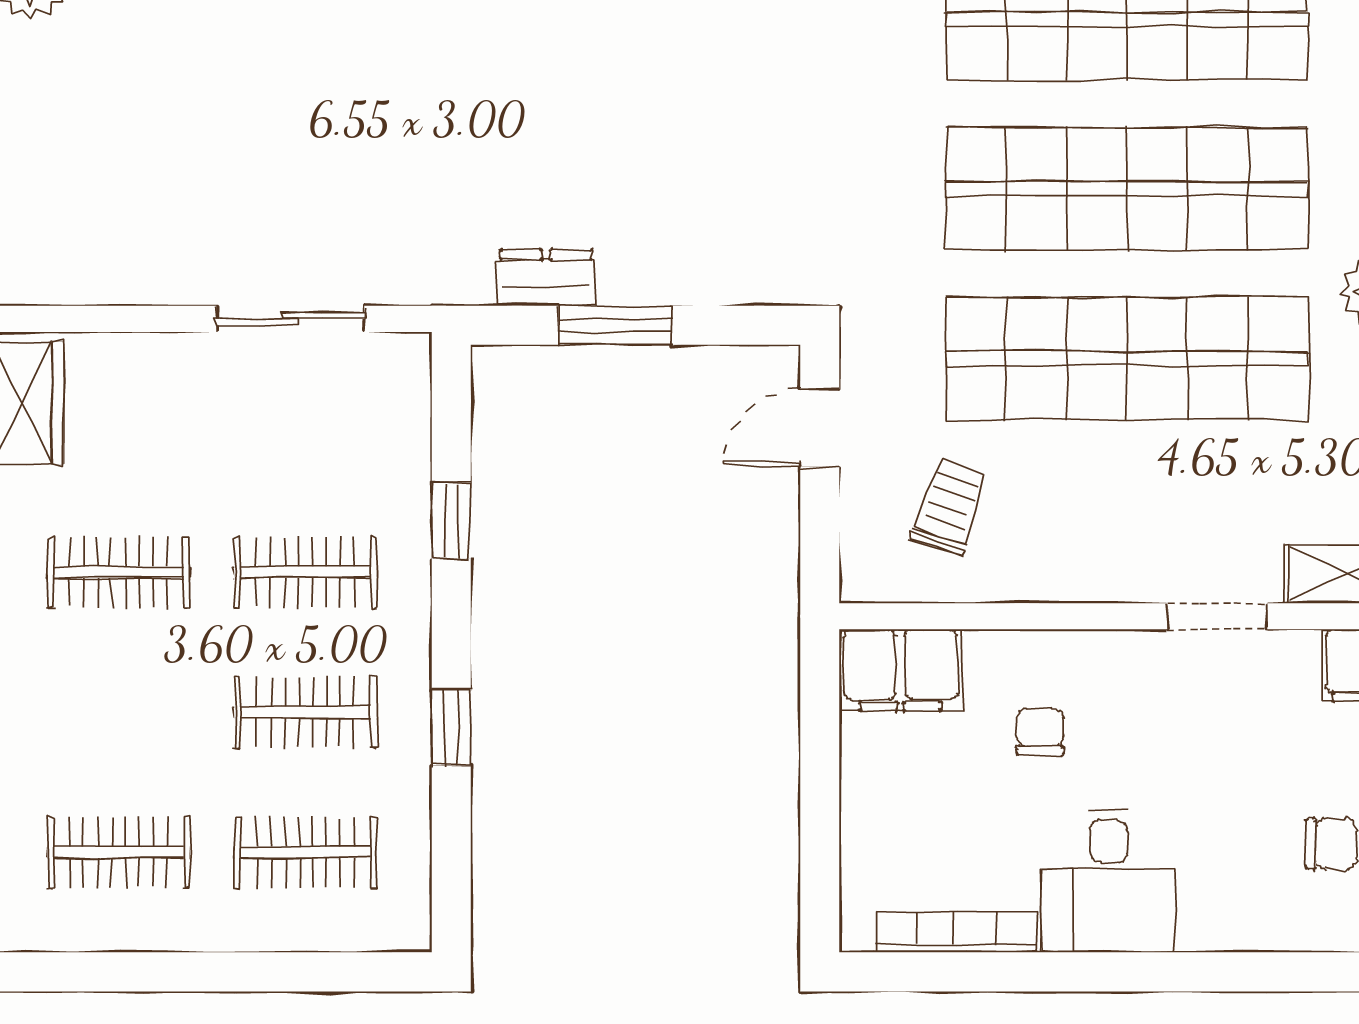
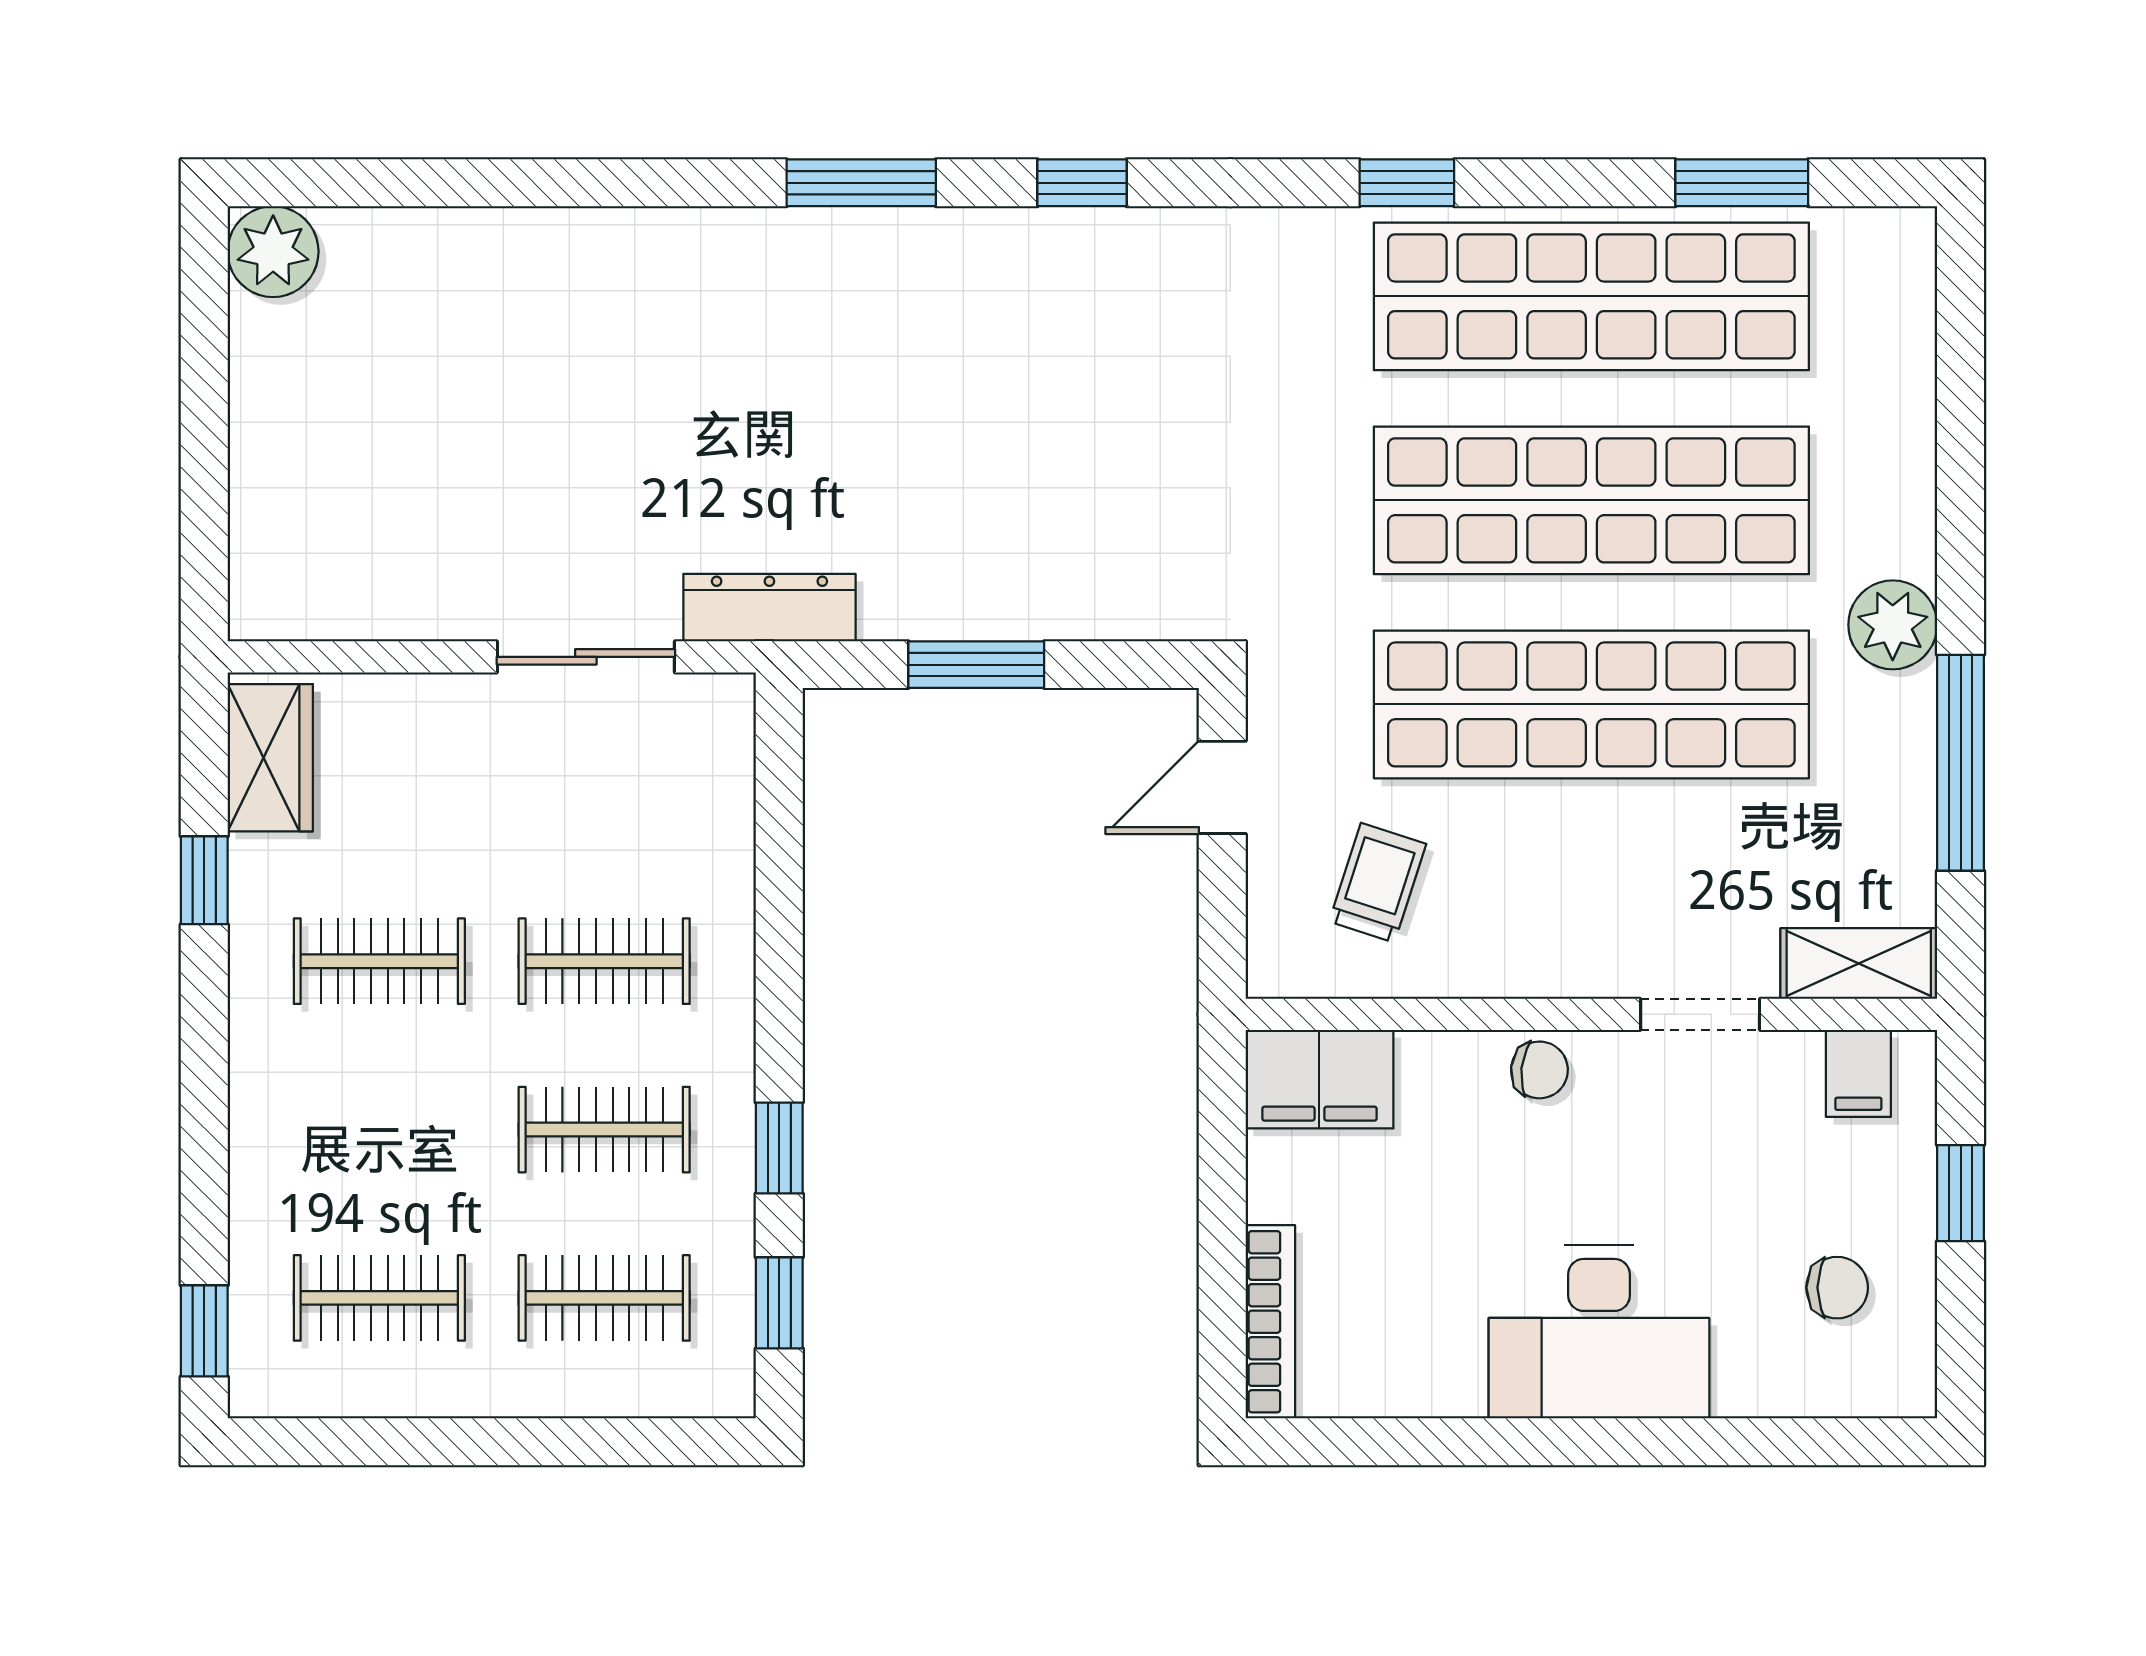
dresser: (546, 278) -> (769, 608), moved, width x1.44
window: (451, 521) -> (779, 1303), moved
chair: (1040, 732) -> (1539, 1070), moved, turned 96
desk: (1108, 880) -> (1599, 1332), width x1.37
bookcase: (956, 932) -> (1270, 1322), moved, turned 90

